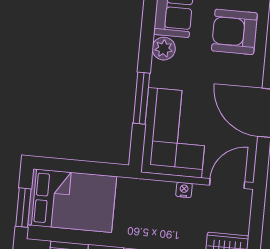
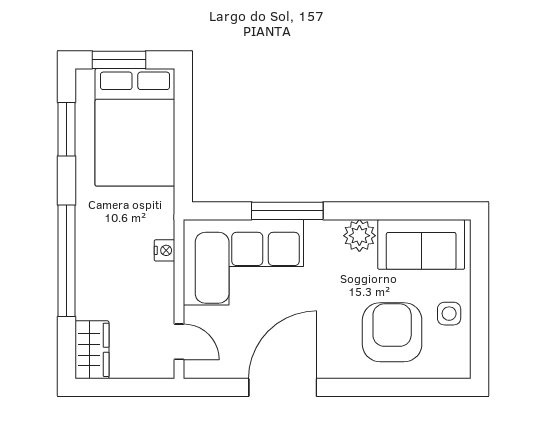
door: (227, 183) -> (179, 342), width x0.73
nightstand: (184, 190) -> (165, 250), moved

